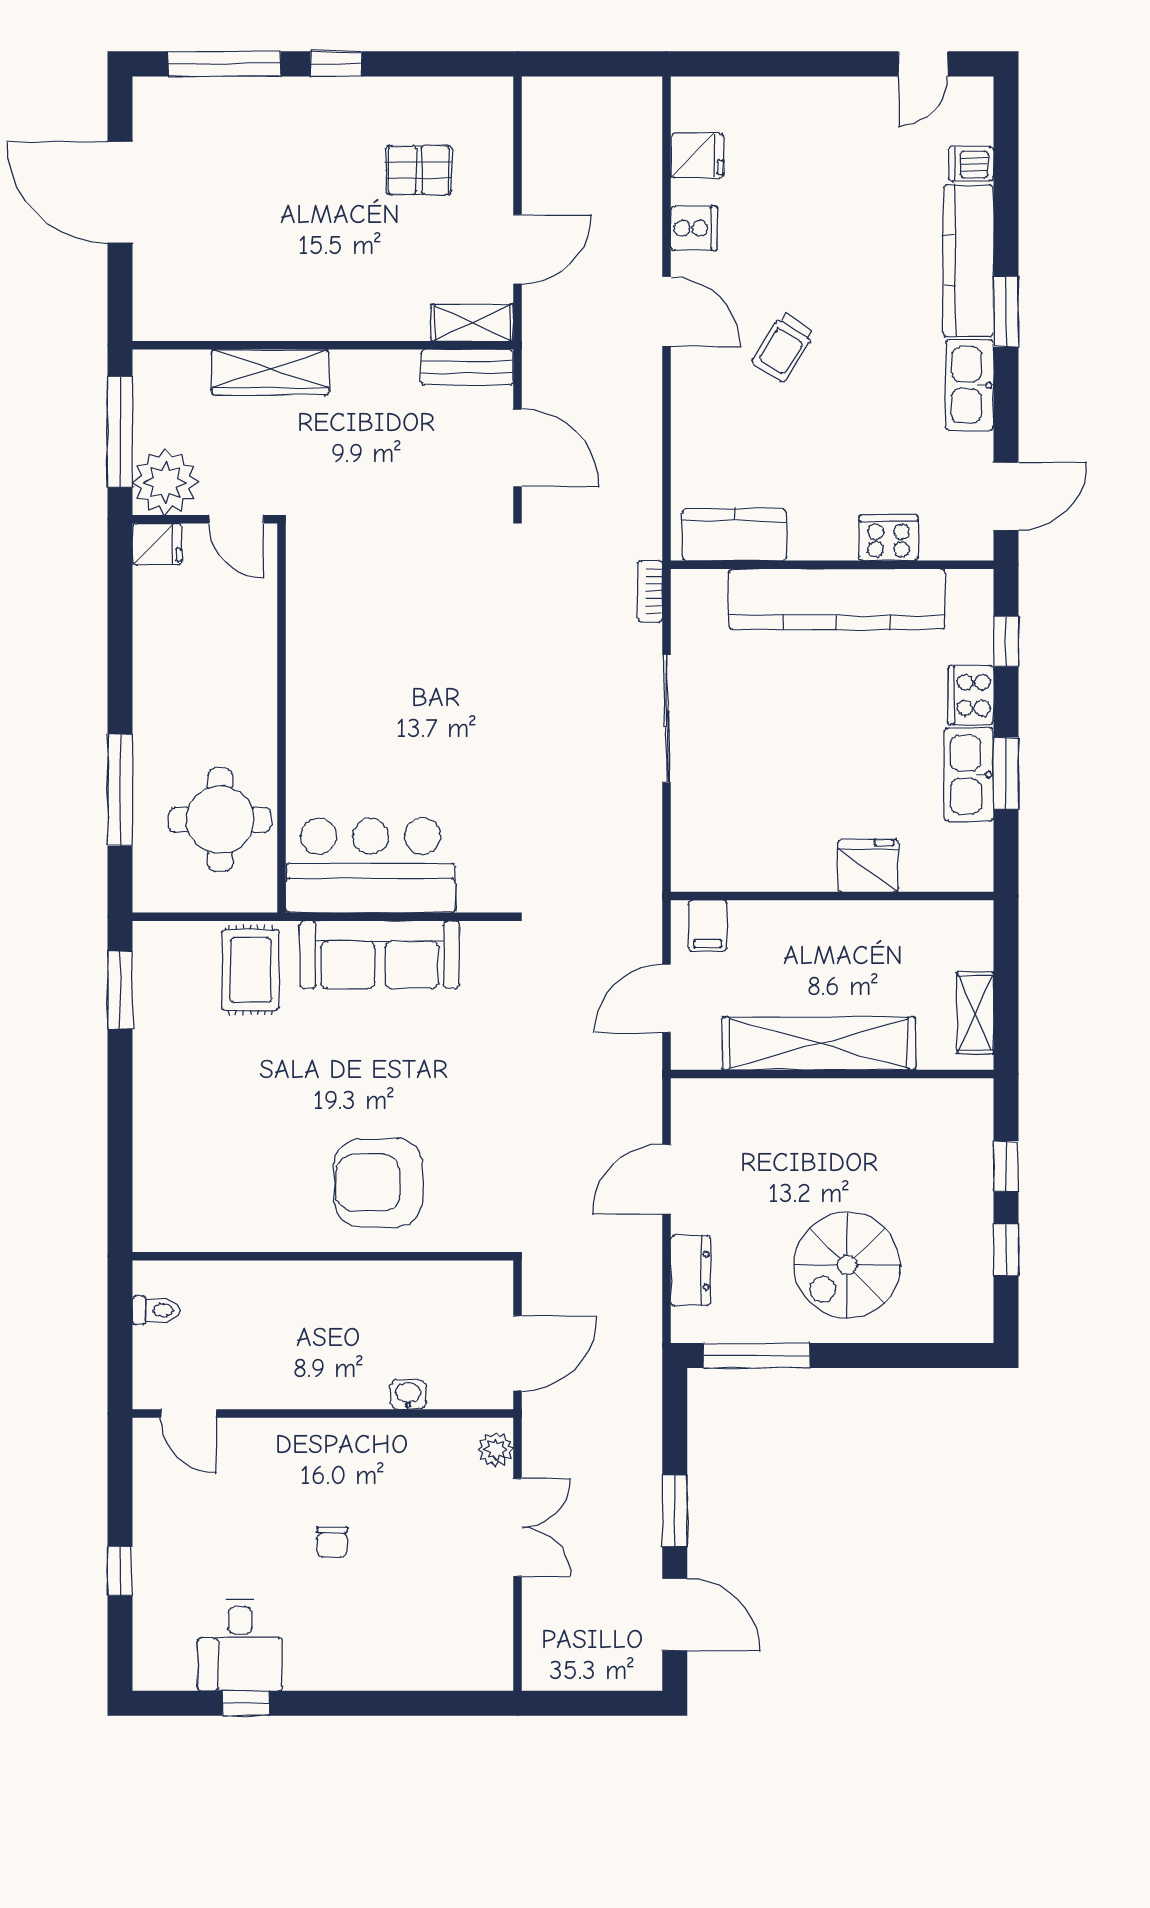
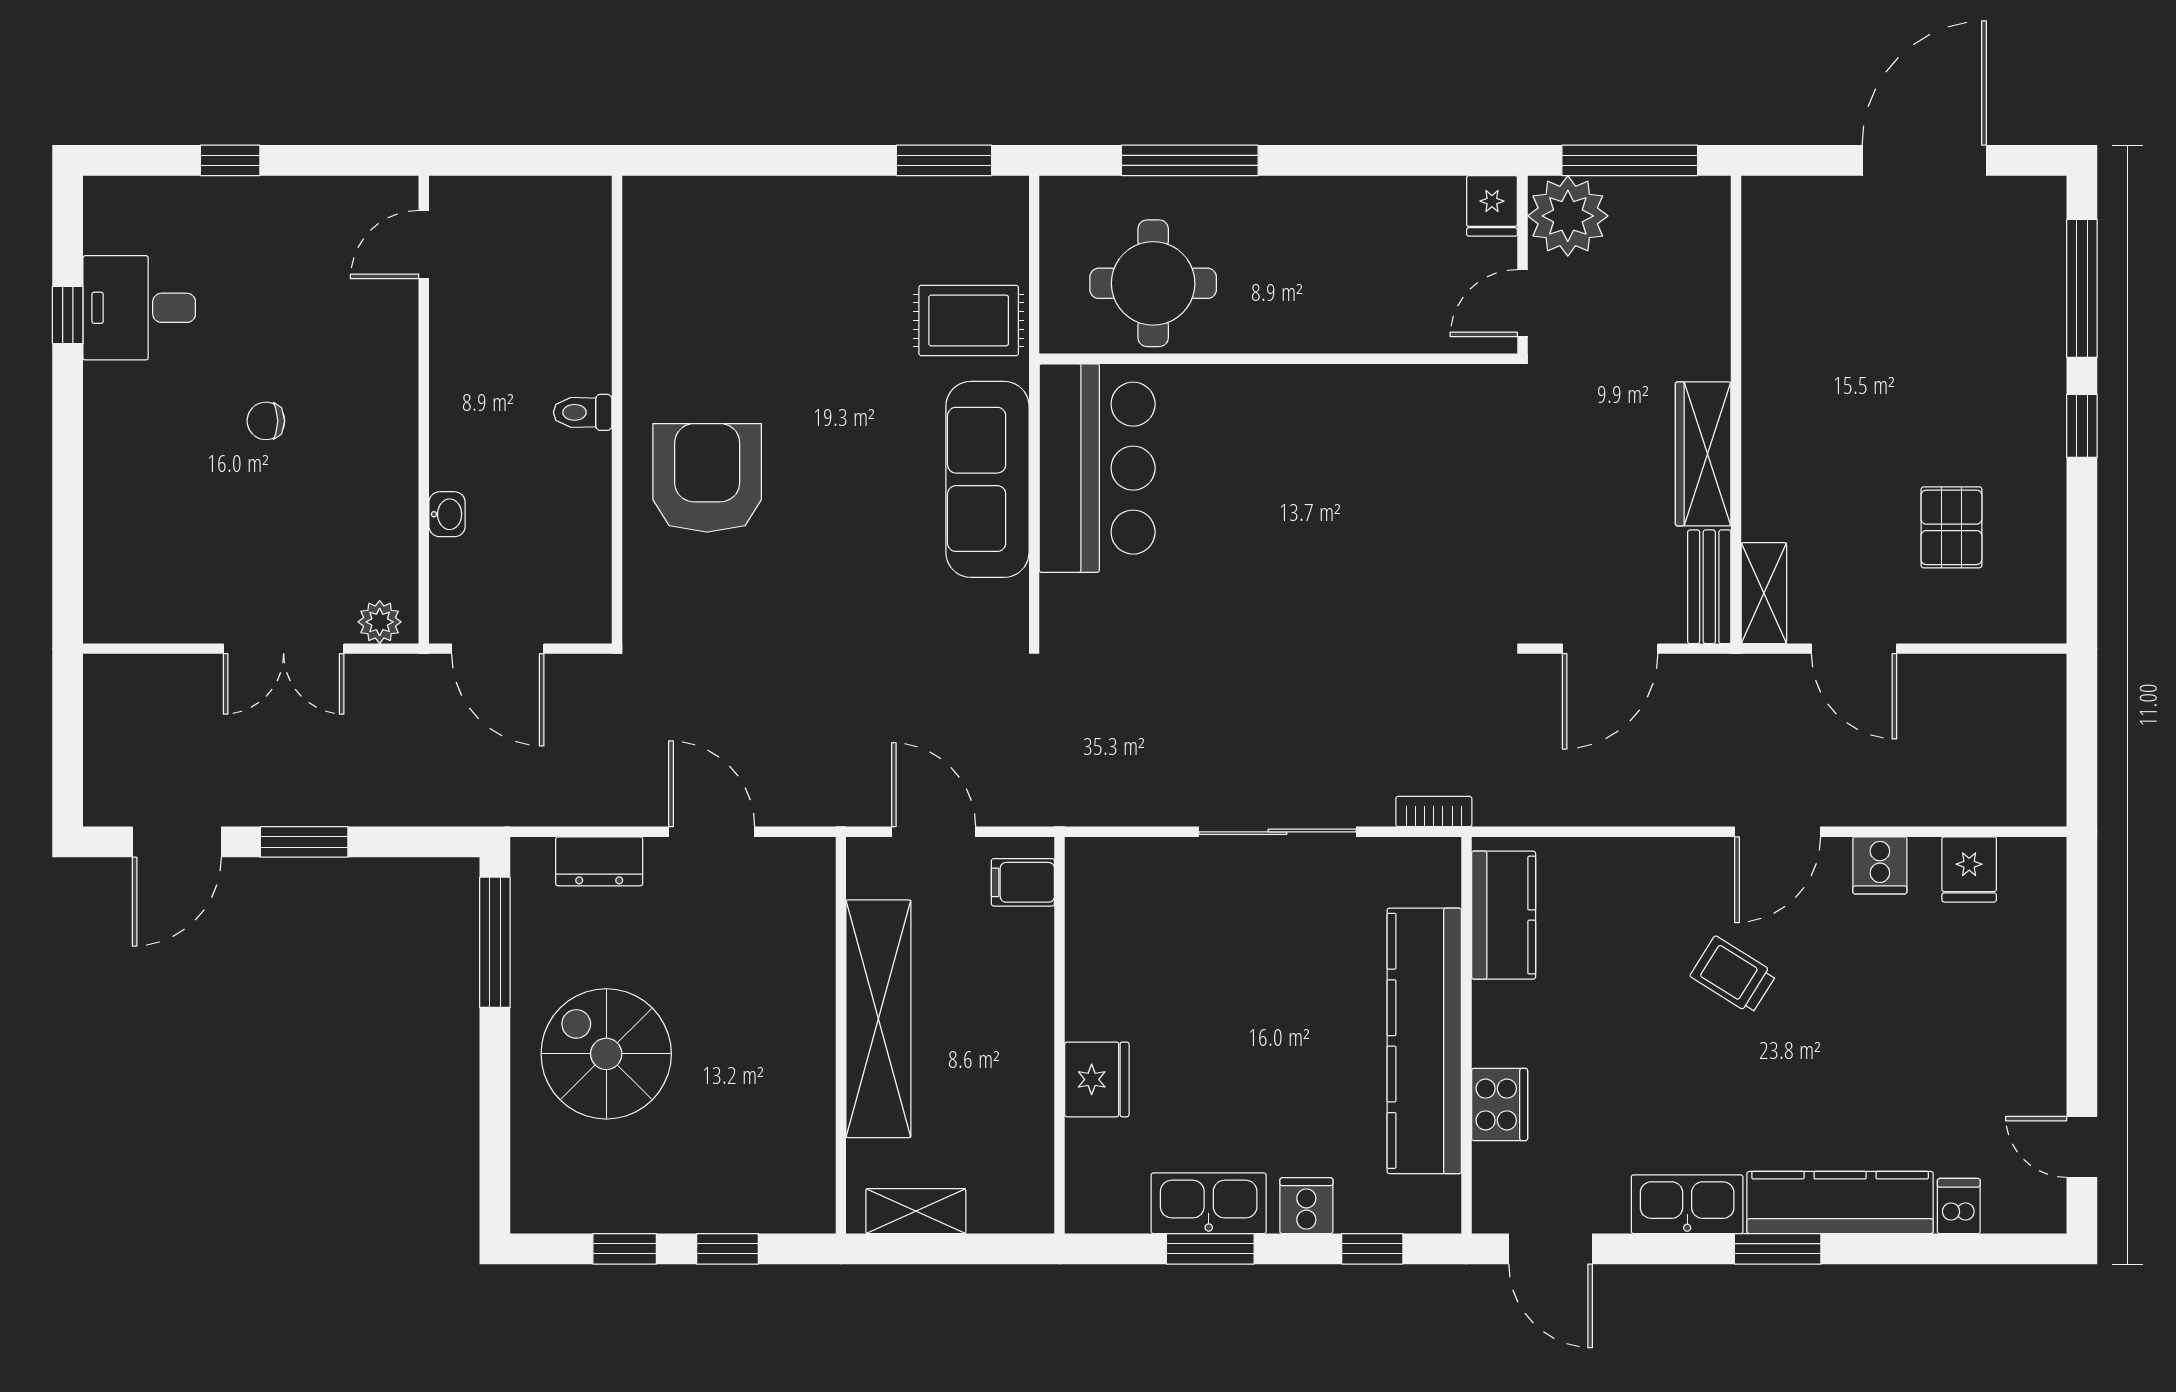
wardrobe: (270, 372) -> (1703, 454), moved
cooker: (971, 695) -> (1306, 1206), width x0.73
toilet: (156, 1310) -> (583, 412), moved, turned 90

